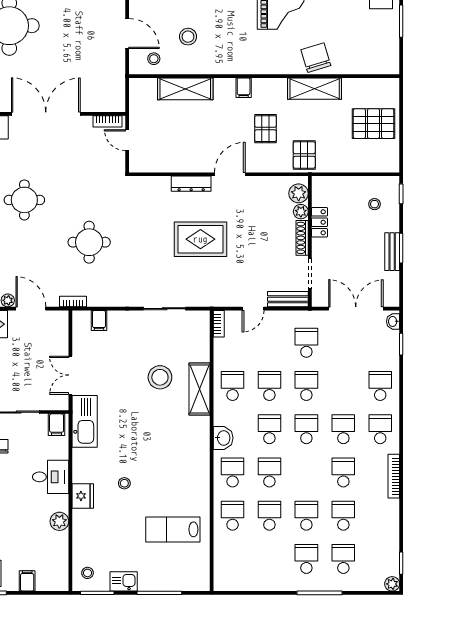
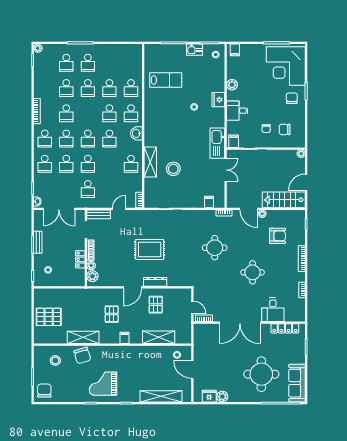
stool: (188, 37) -> (55, 360), moved
pallet: (304, 155) -> (156, 305), moved
school desk: (269, 386) -> (66, 164), moved
filing cabinet: (27, 581) -> (235, 50), moved

